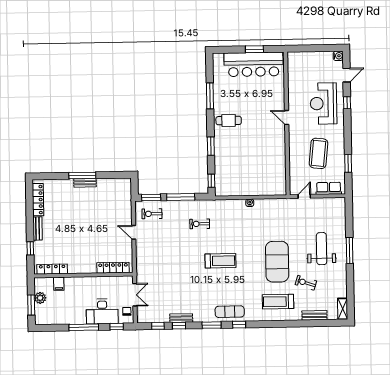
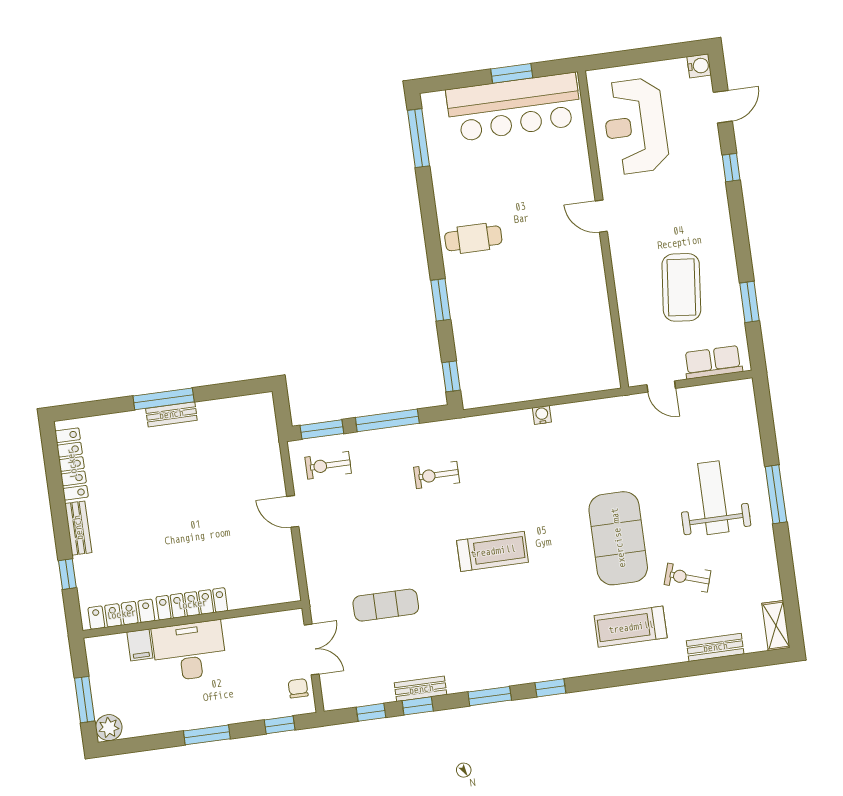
window: (210, 96) -> (418, 138), moved
reception desk: (324, 104) -> (635, 126), moved
door: (304, 196) -> (661, 386), swing flipped
locker: (113, 268) -> (192, 604), moved
plant: (40, 298) -> (109, 728), moved
desk: (102, 311) -> (189, 651), moved, turned 180
exercise mat: (230, 312) -> (386, 605), moved
window: (84, 327) -> (207, 735), width x0.69

